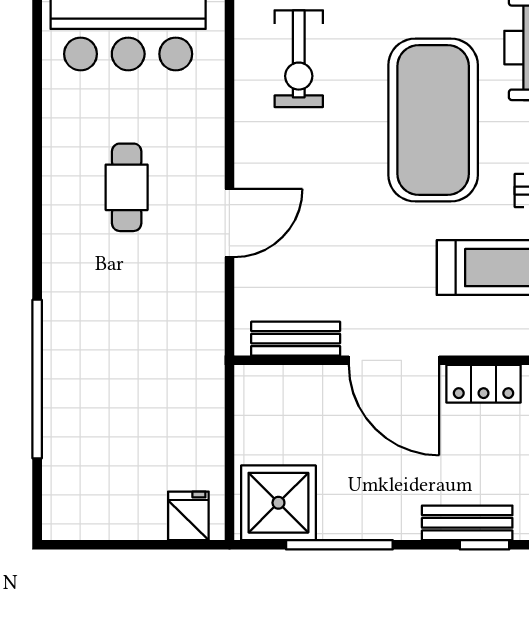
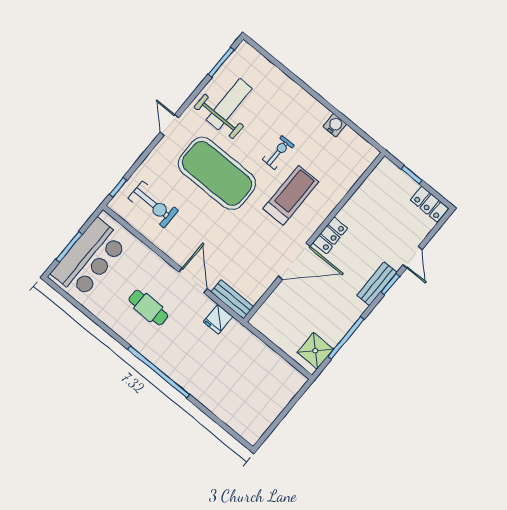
bench: (296, 339) -> (232, 299), moved, turned 90
window: (37, 379) -> (158, 372), moved
shower: (278, 503) -> (315, 351), width x0.73, depth x0.73
fridge: (188, 516) -> (218, 319), moved, turned -90

